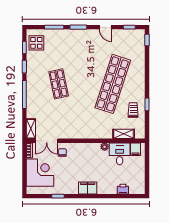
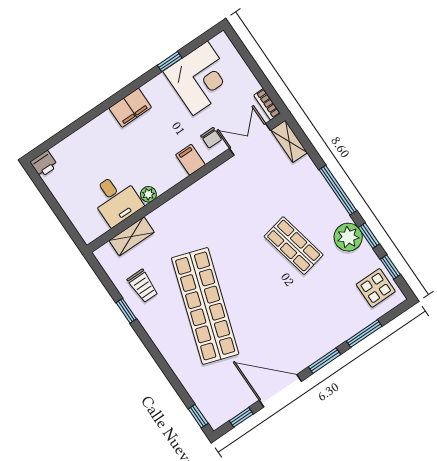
door: (105, 27) -> (280, 391), width x1.87
plant: (33, 72) -> (348, 237), added
filing cabinet: (135, 149) -> (190, 160), moved
corner desk: (40, 173) -> (200, 78), moved, turned -90
printer: (123, 189) -> (44, 164), moved

